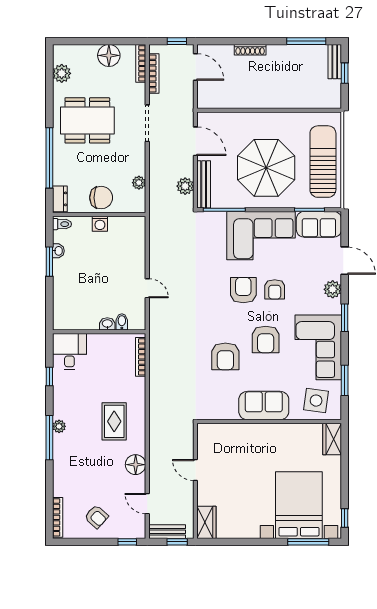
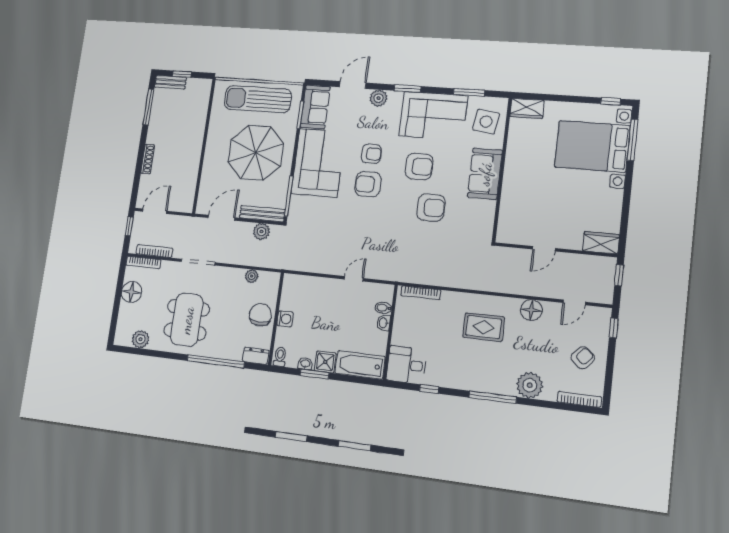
shower: (62, 271) -> (325, 362), added
bathtub: (64, 306) -> (360, 365), added
plant: (59, 426) -> (530, 385), moved, width x1.88, depth x1.88
bench: (167, 532) -> (607, 285), removed

